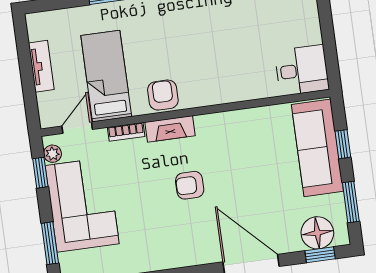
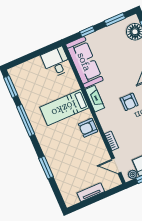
bed: (106, 76) -> (64, 108), moved
fireplace: (170, 129) -> (95, 99), moved
sofa: (317, 148) -> (84, 62), moved, turned -90

